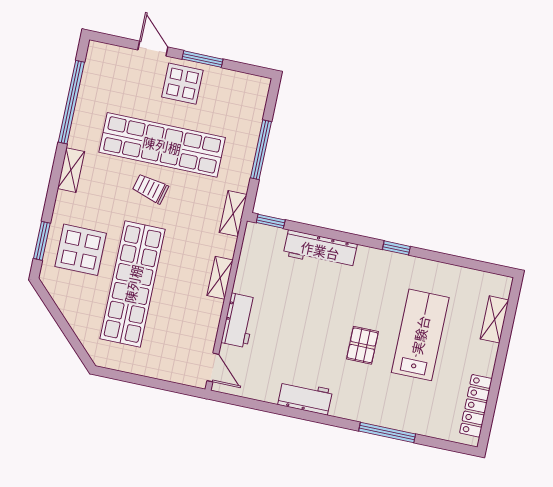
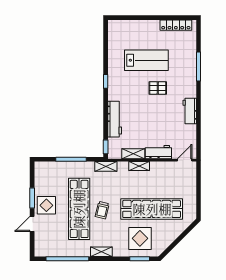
shelving: (495, 319) -> (133, 154), moved
lab bench: (420, 335) -> (146, 60), turned 180

